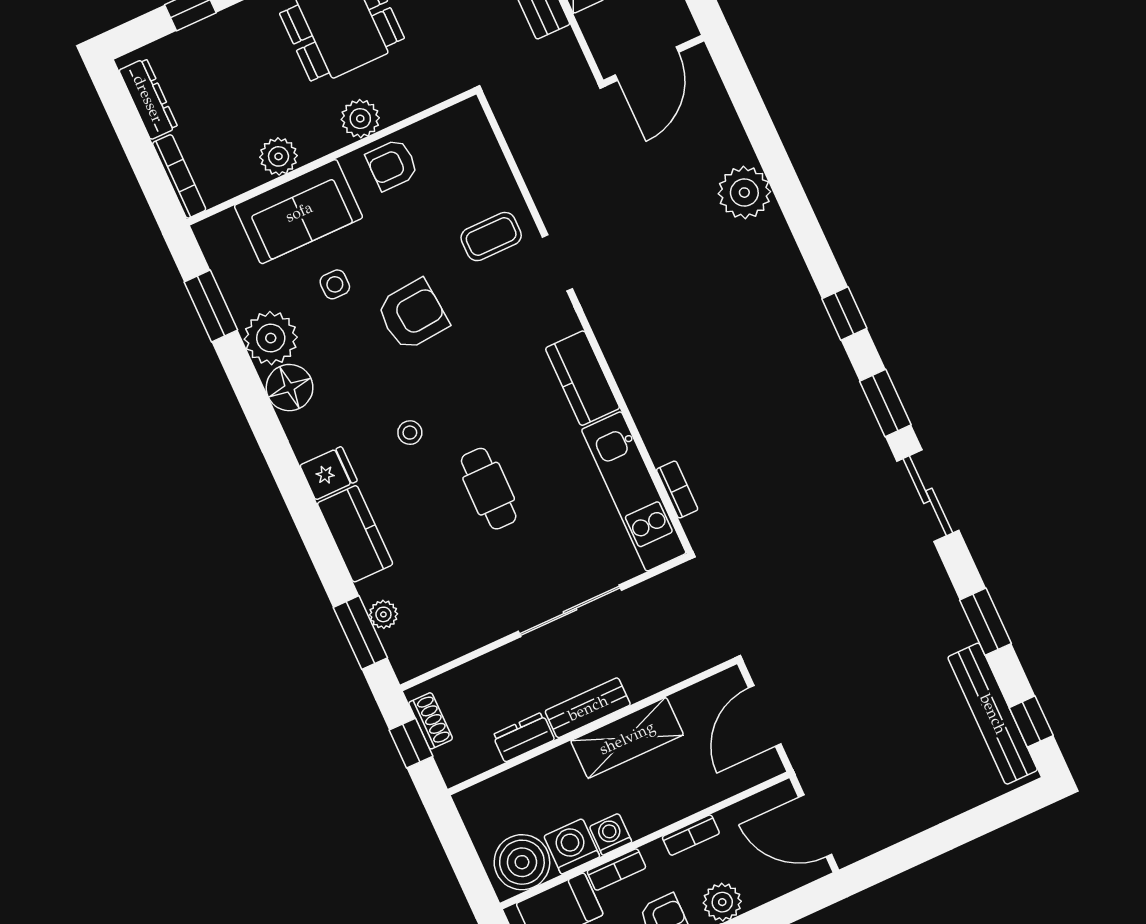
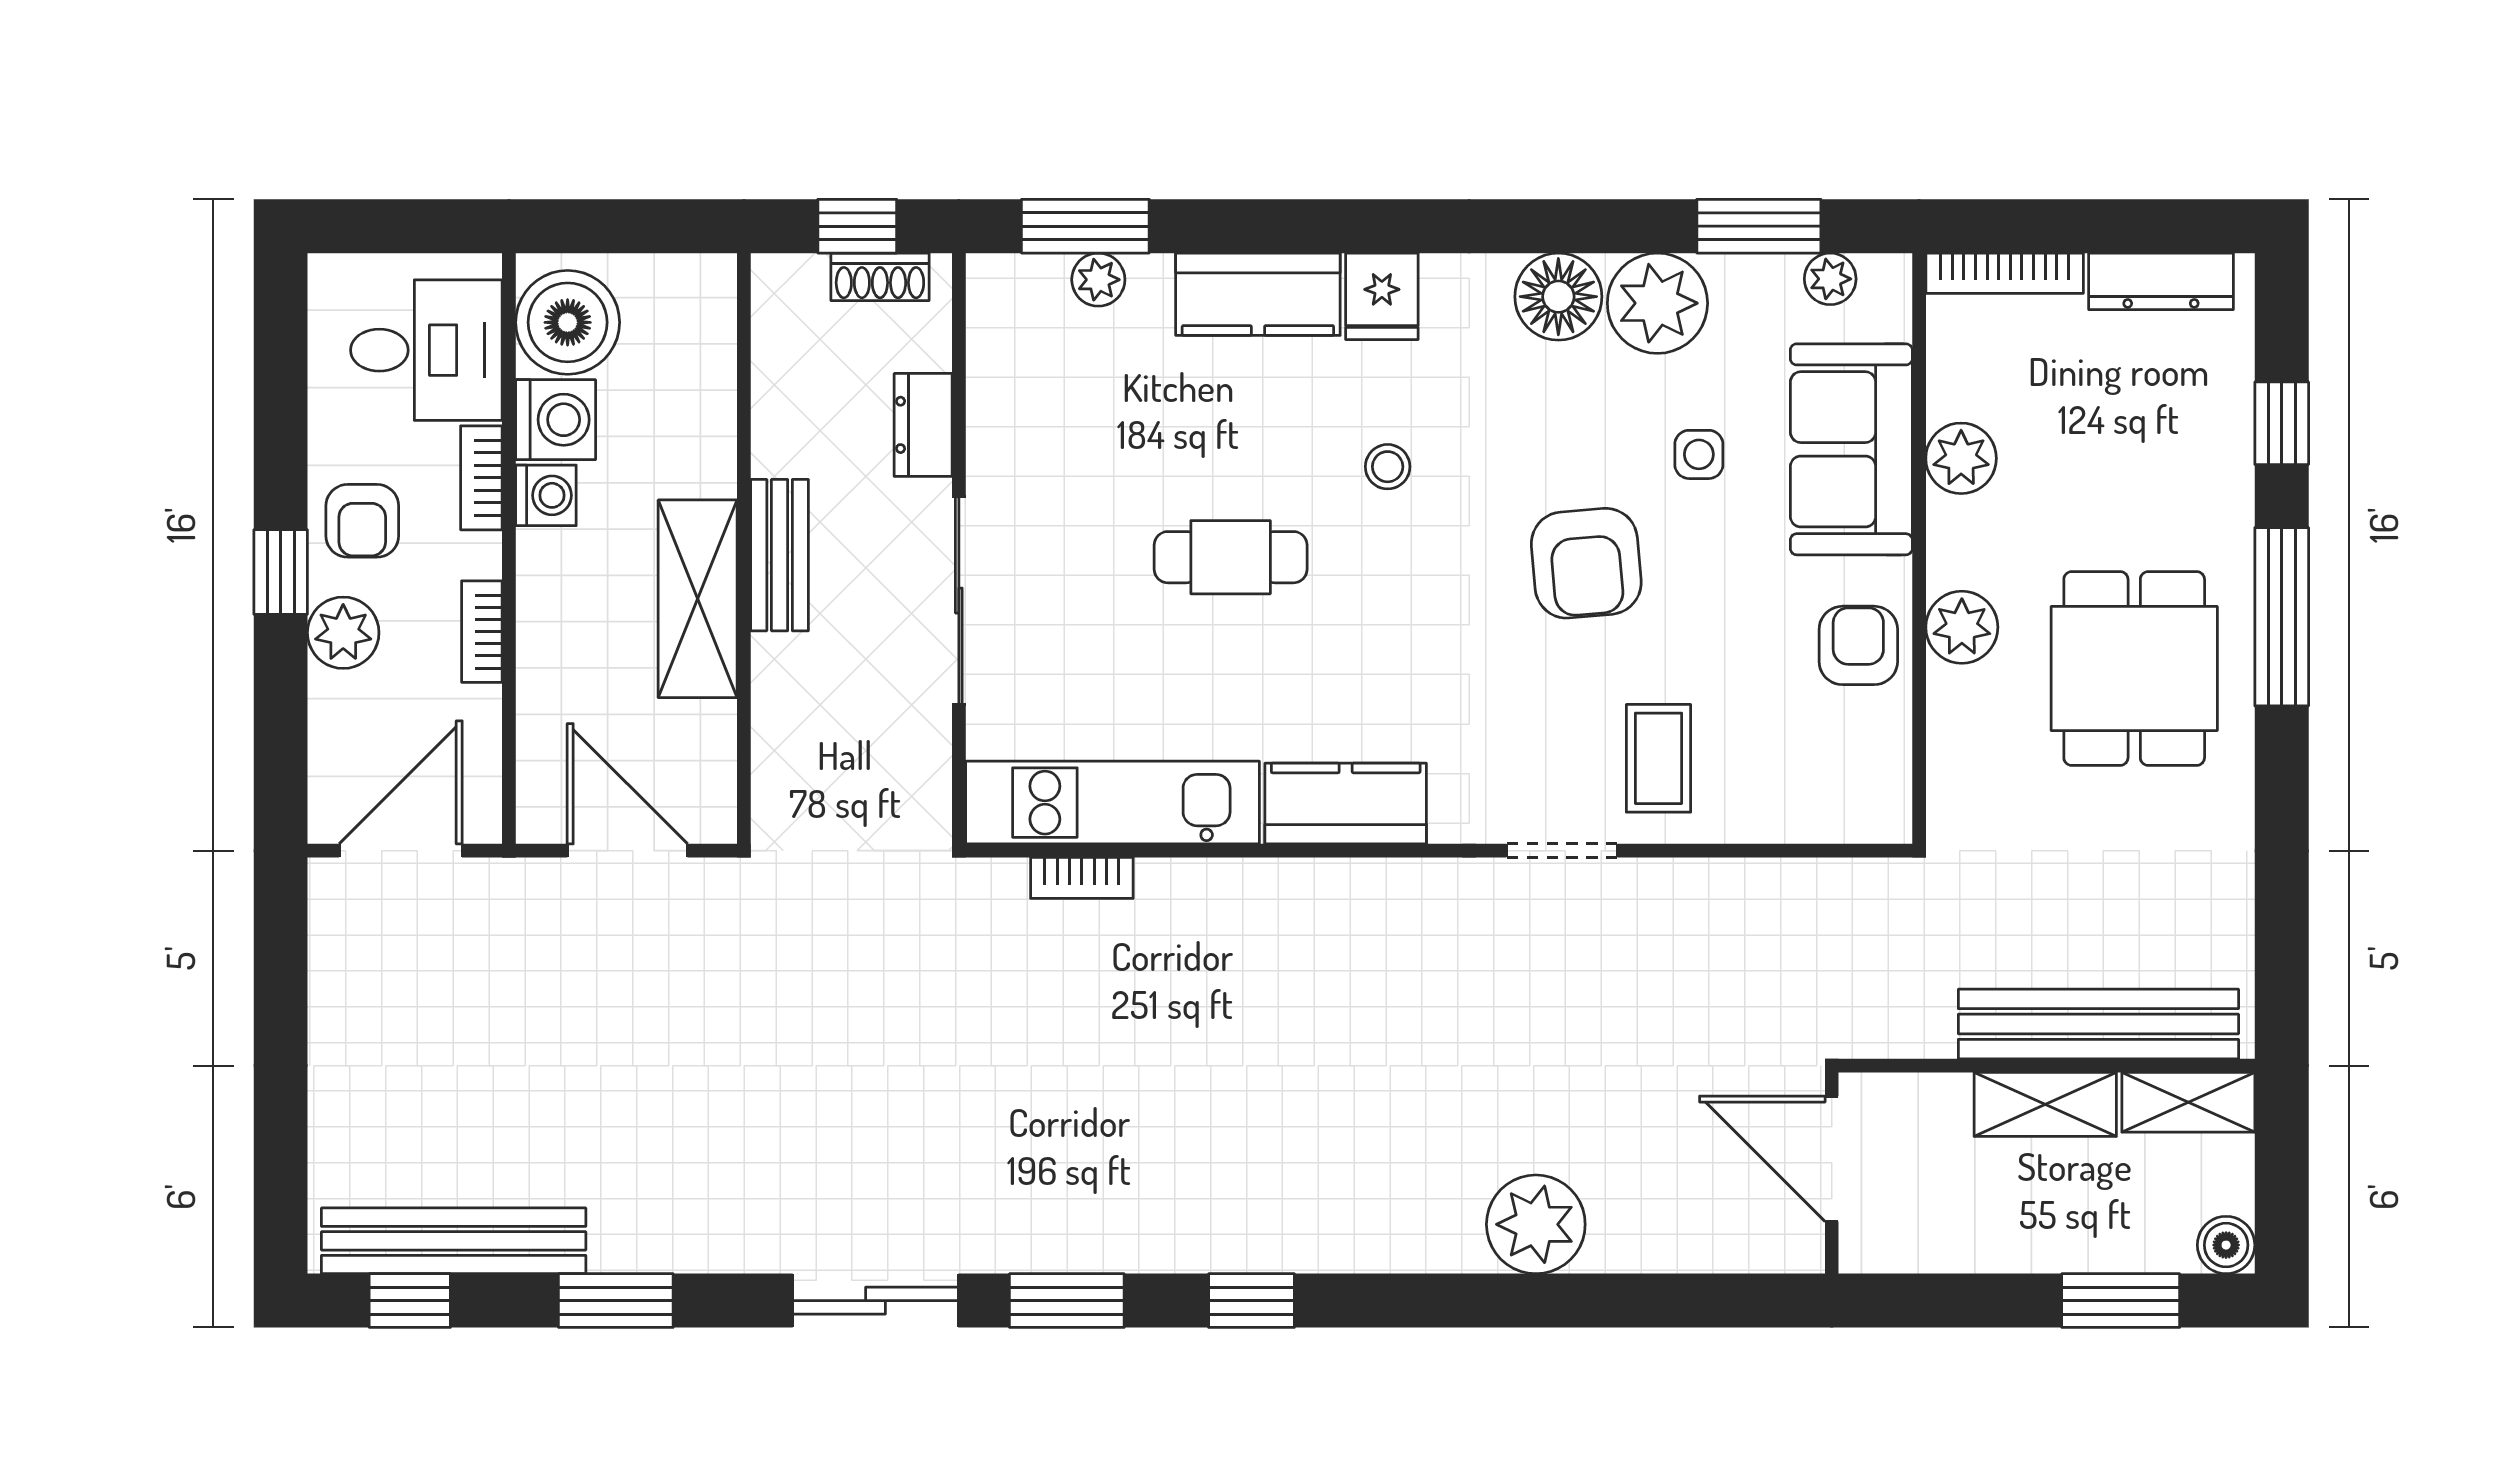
plant: (221, 260) -> (1830, 279), added
dresser: (523, 737) -> (923, 425), moved, turned 180

